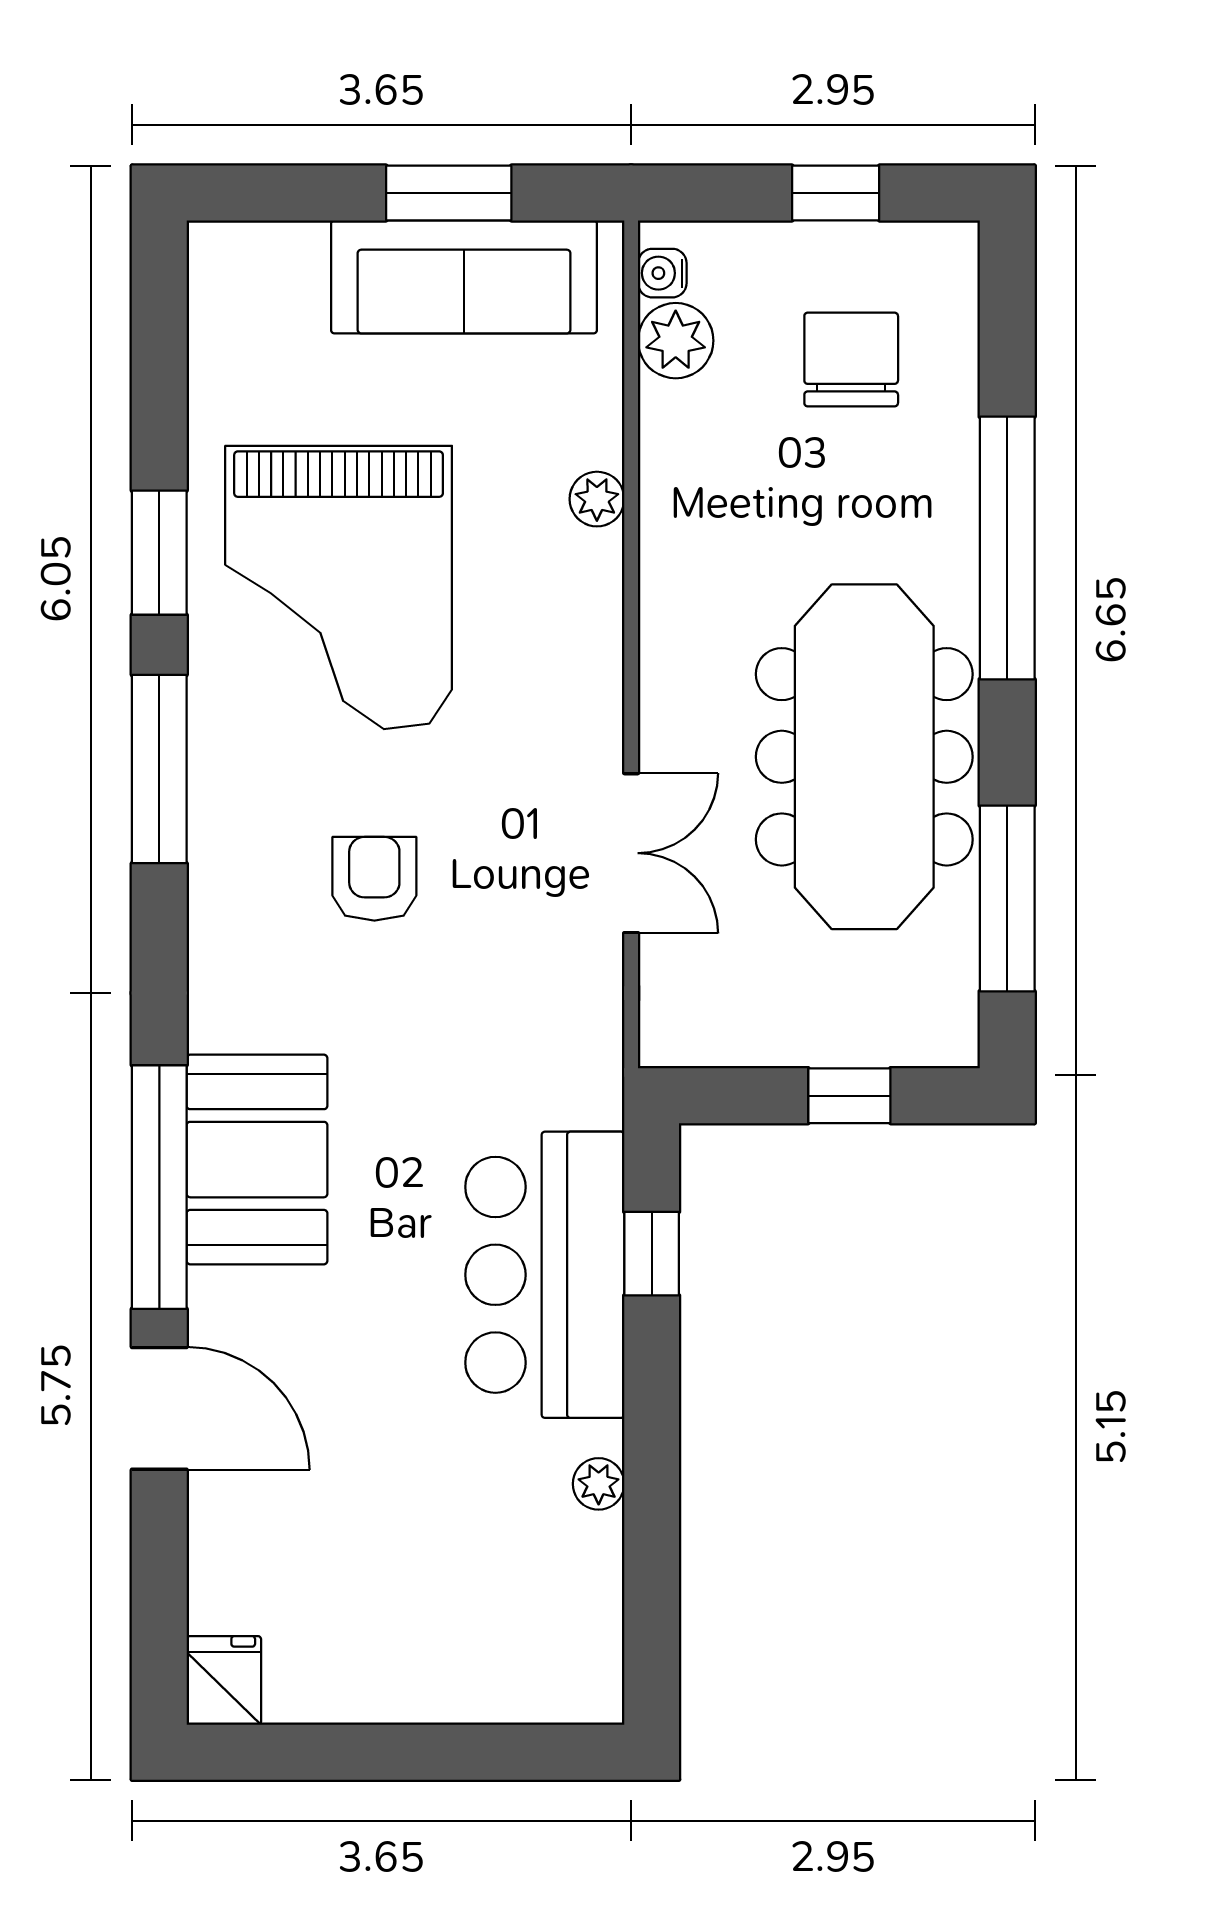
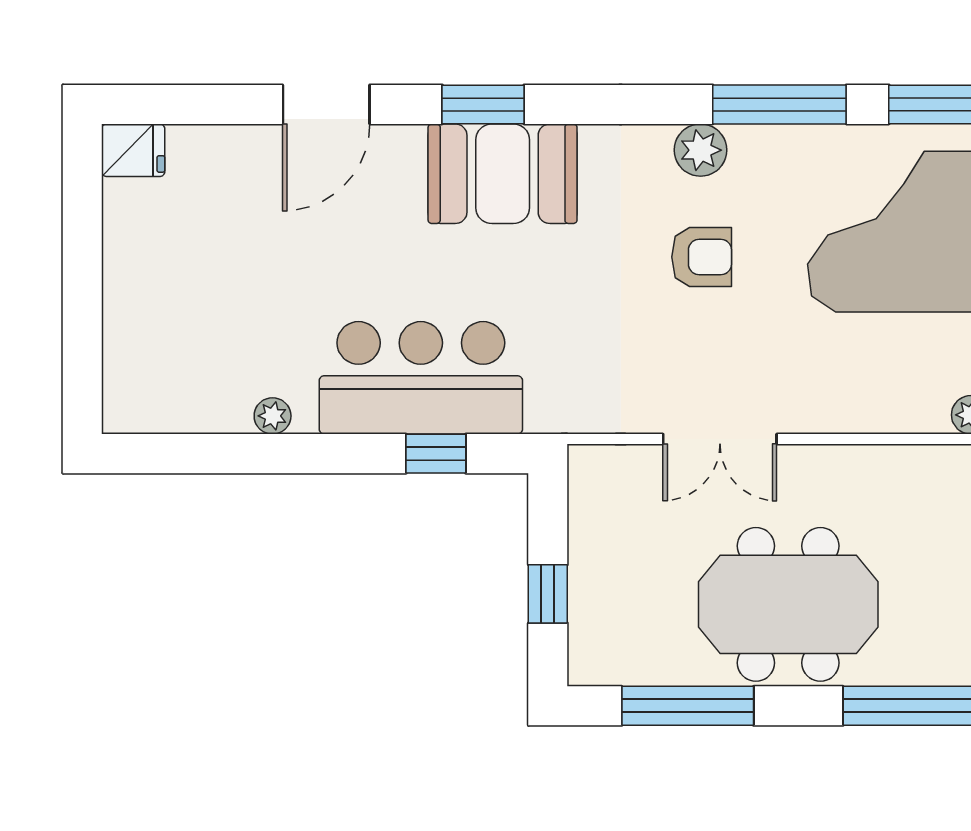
meeting table: (864, 757) -> (788, 604), width x0.73
plant: (224, 880) -> (701, 150), added
window: (159, 1187) -> (483, 104), width x0.47

